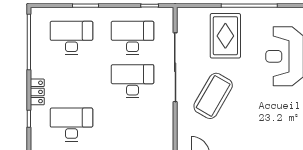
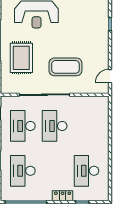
rug: (225, 36) -> (21, 58), turned 90
coffee table: (213, 96) -> (65, 67), turned -30

